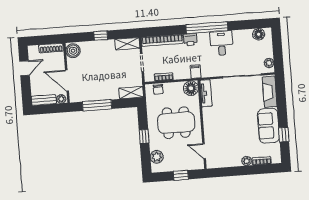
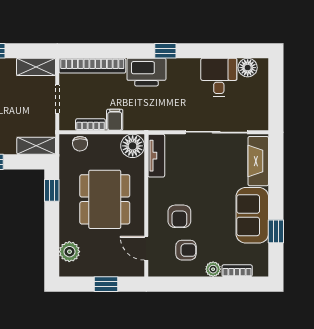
window: (207, 28) -> (165, 51), width x0.32
printer: (190, 39) -> (146, 72), width x1.87, depth x1.48
desk: (222, 43) -> (219, 77), moved
plant: (269, 63) -> (261, 115), removed
filing cabinet: (196, 72) -> (115, 120), moved
dining table: (176, 123) -> (105, 199), turned 90
armchair: (223, 130) -> (179, 216), added
window: (144, 136) -> (52, 190), moved
armchair: (229, 150) -> (186, 250), added

